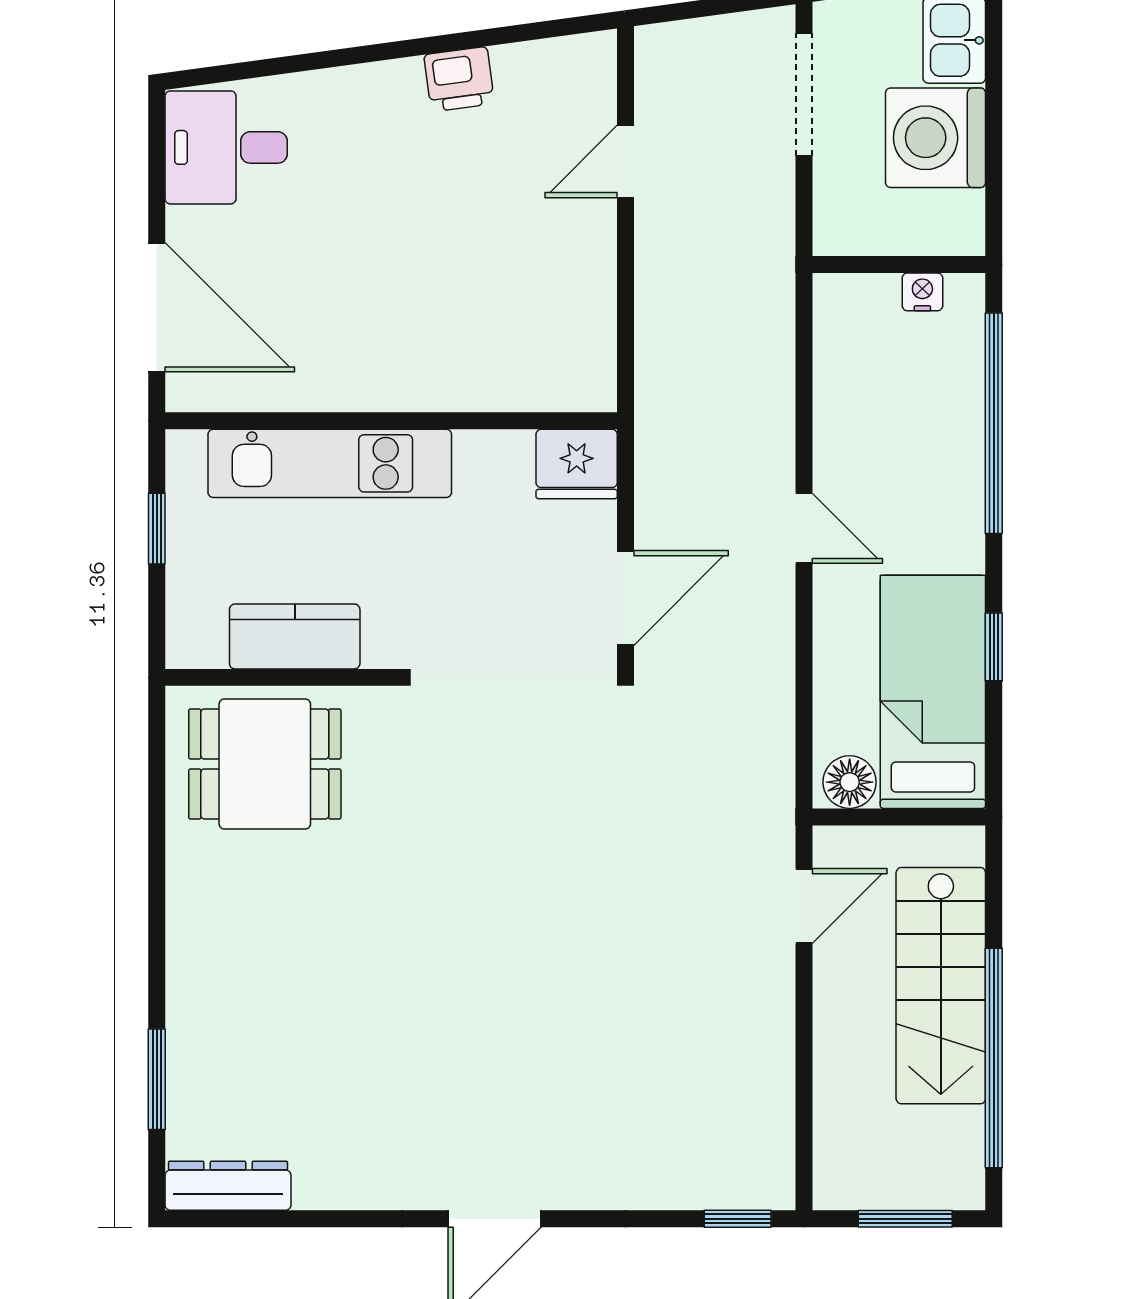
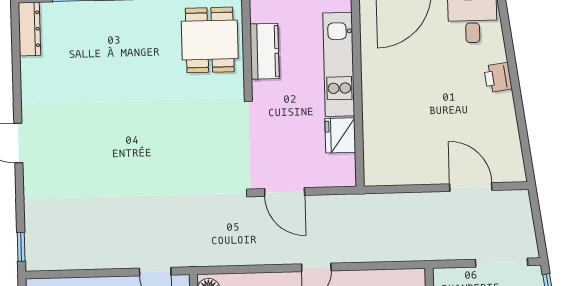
printer: (459, 79) -> (498, 77), moved
door: (626, 161) -> (471, 187), width x1.38
fridge: (577, 464) -> (340, 135), moved

